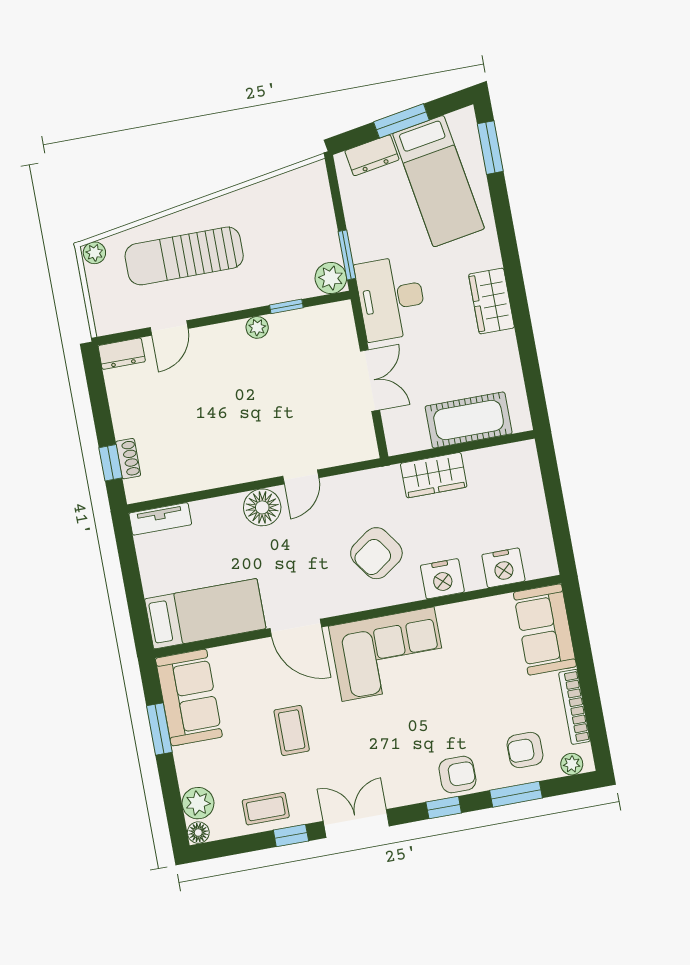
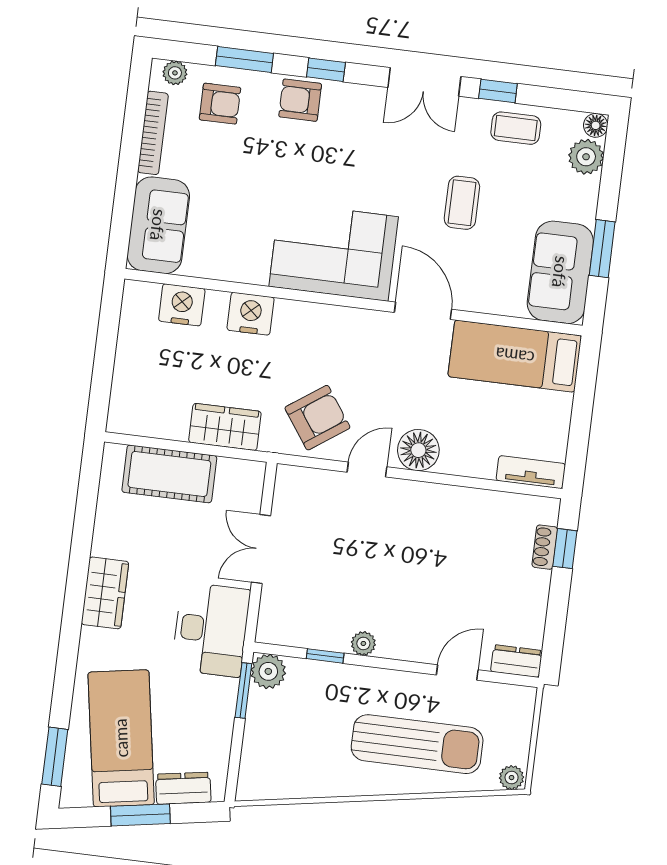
armchair: (376, 553) -> (317, 418), moved

